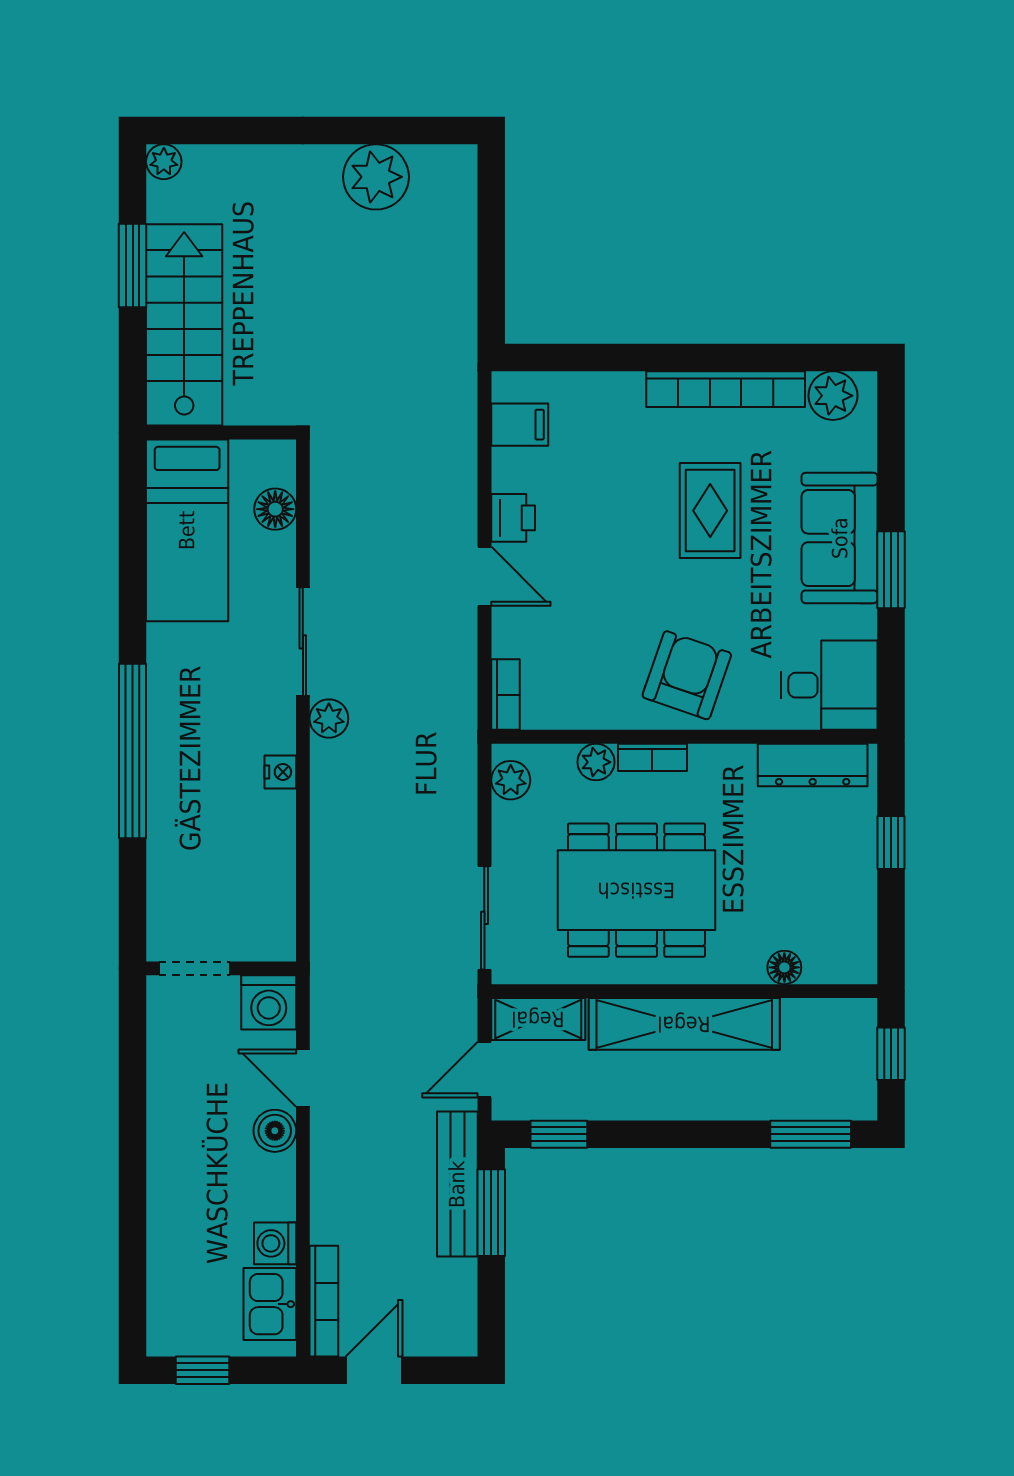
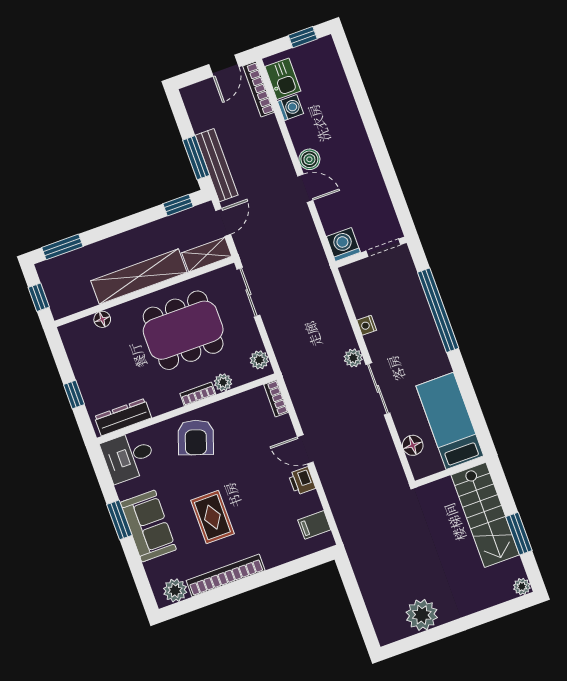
doorway: (194, 968) -> (383, 248), moved
wall: (221, 968) -> (371, 252), moved
washing machine: (269, 1002) -> (343, 244), moved

